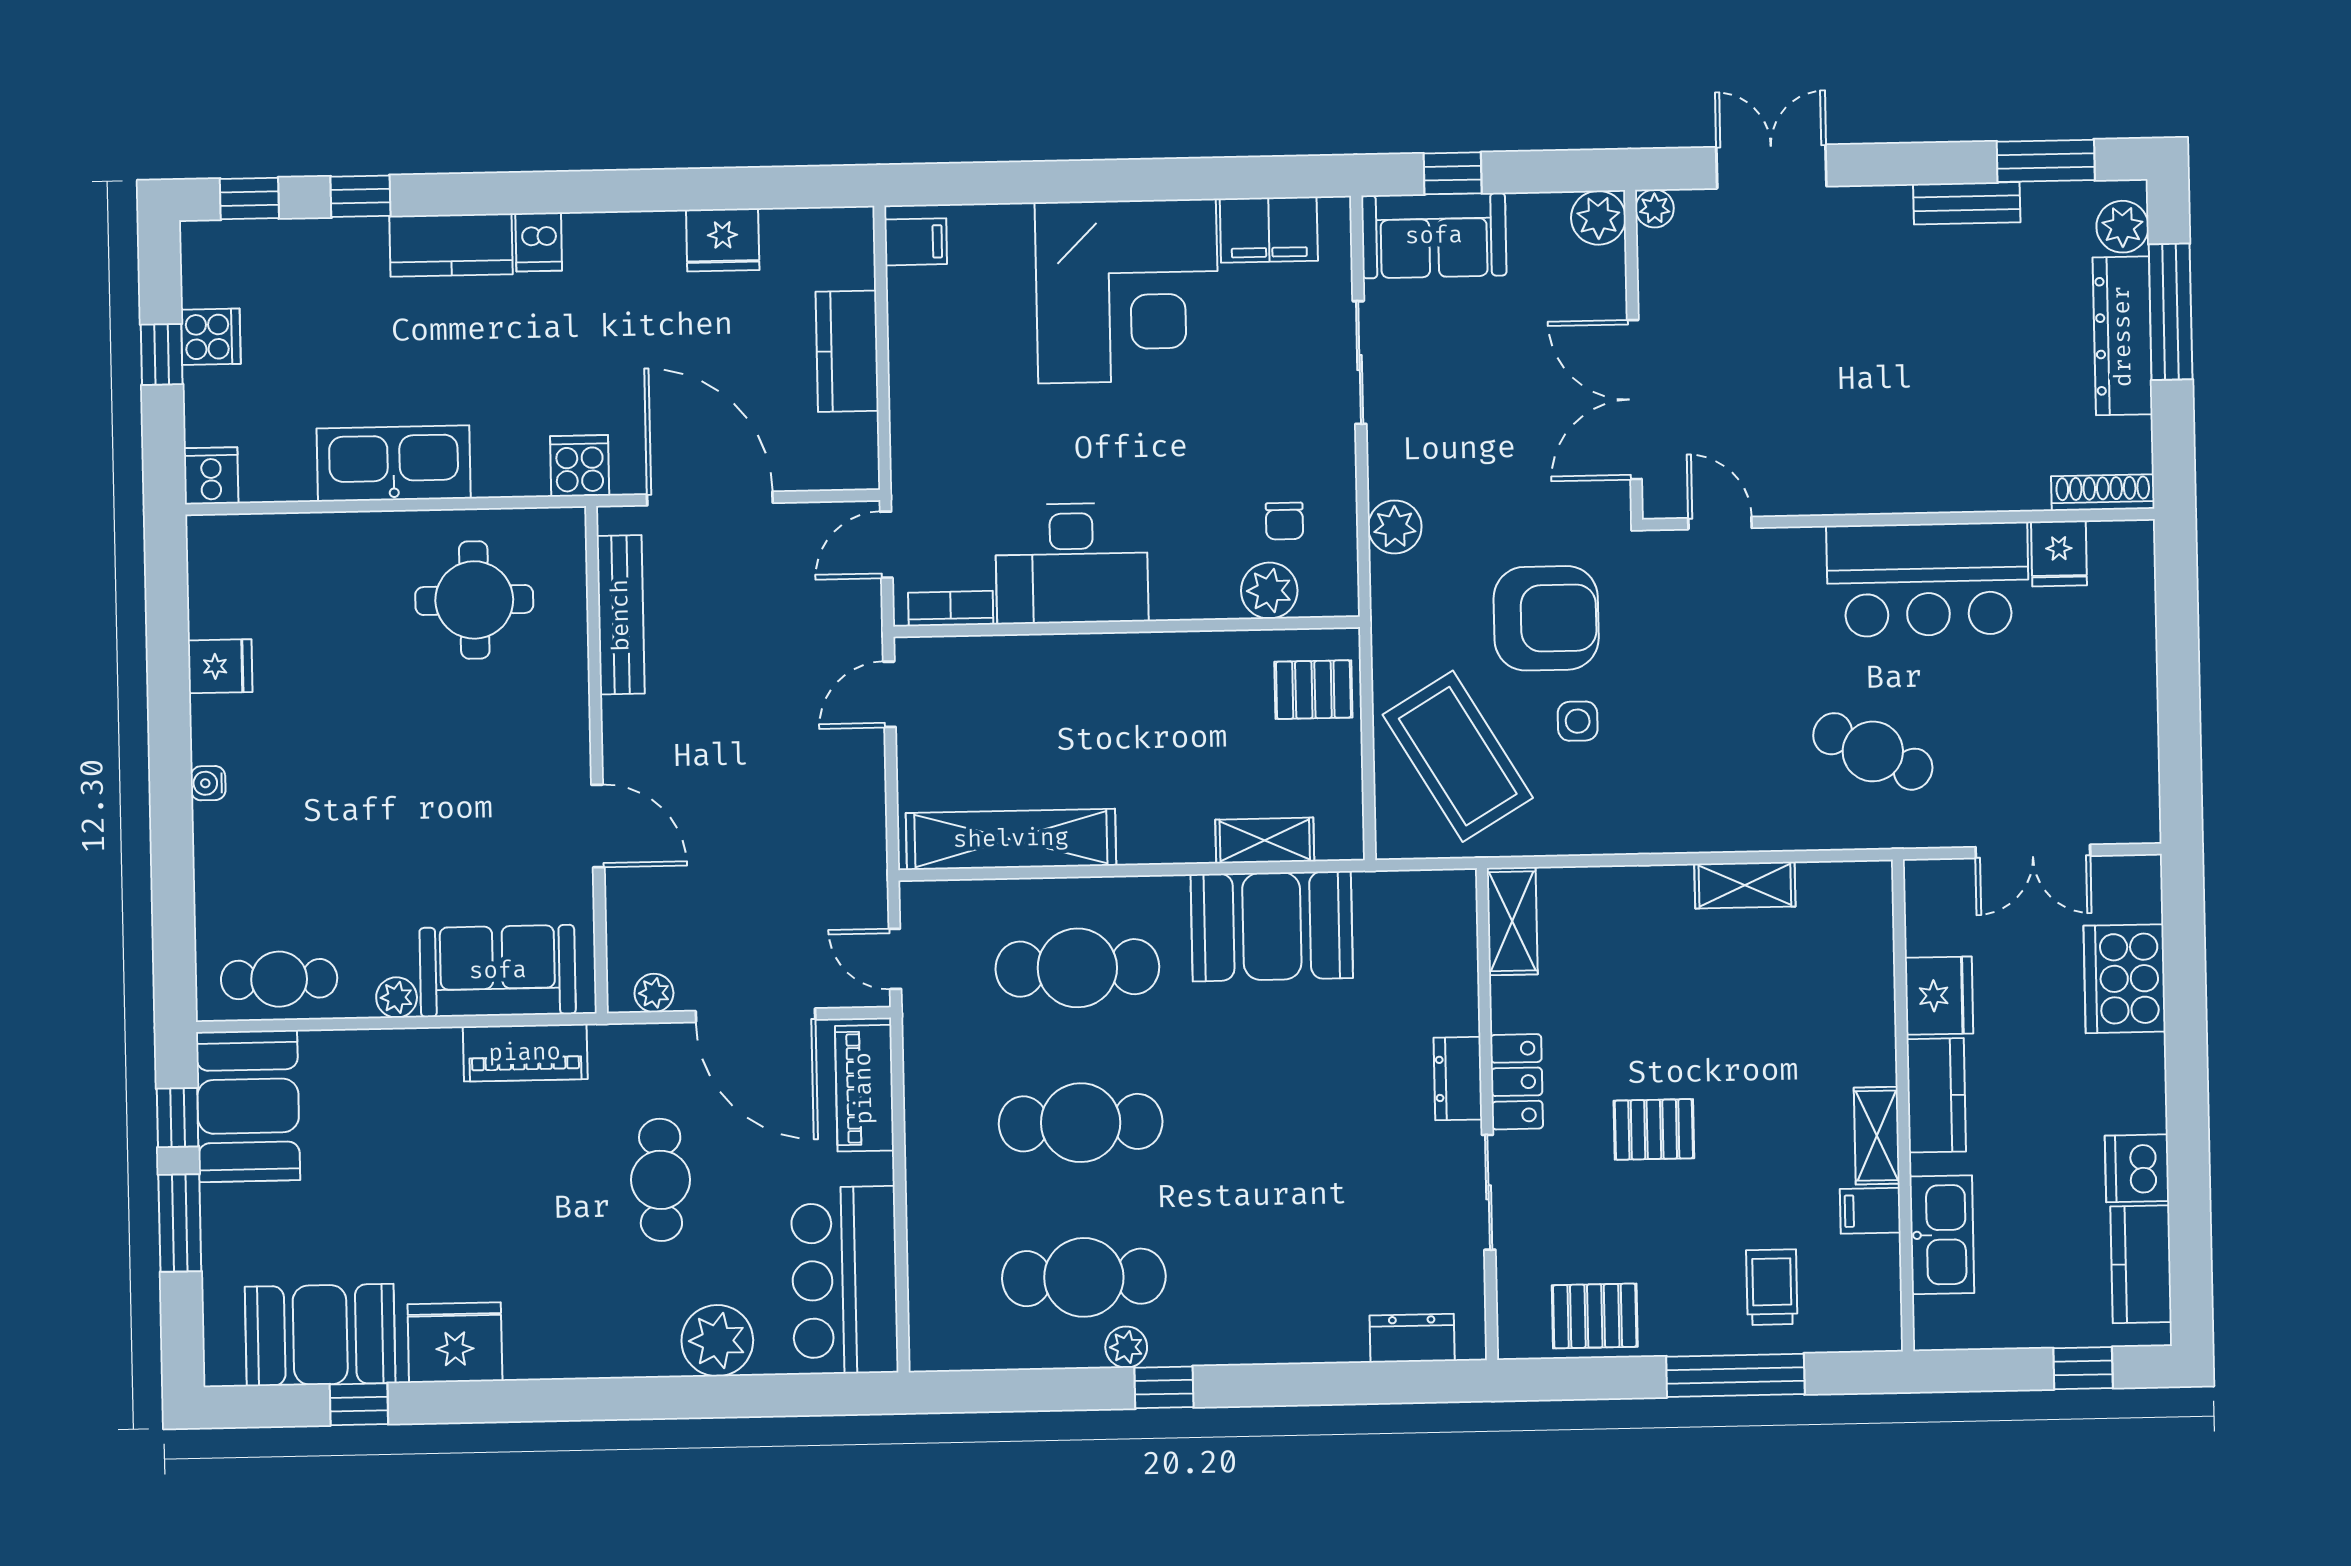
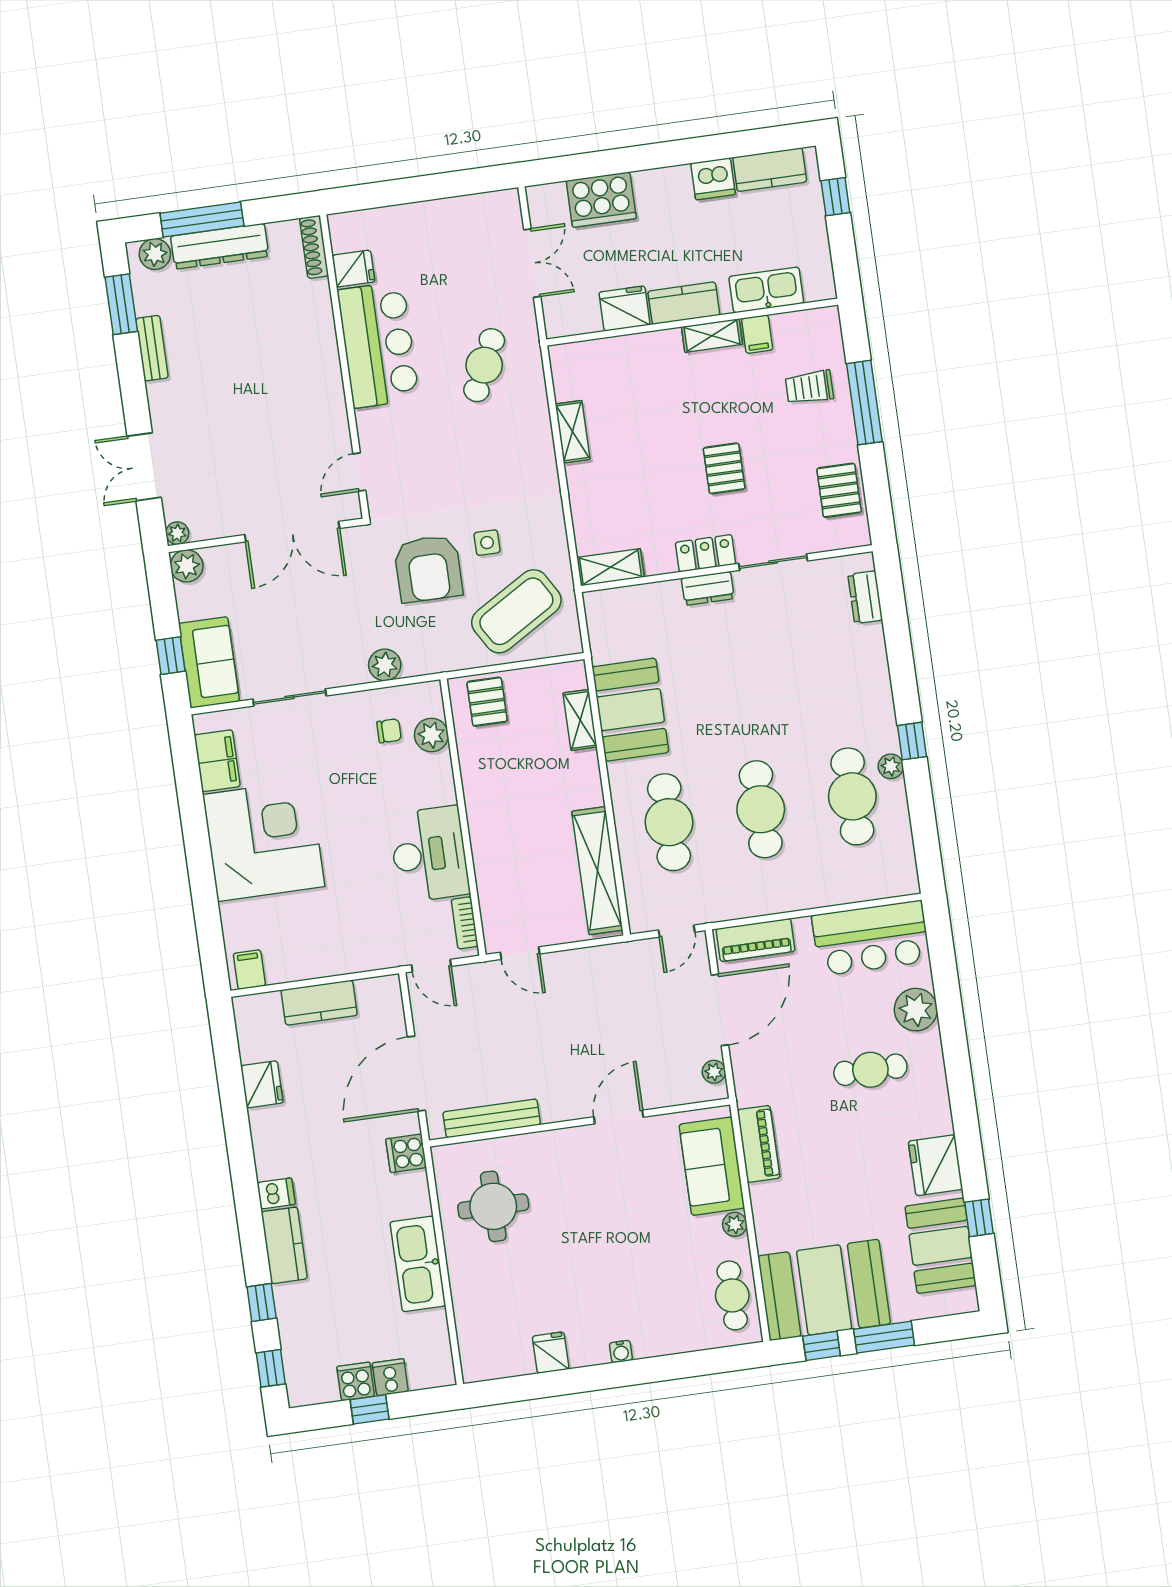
cooker: (211, 476) -> (390, 1377), moved, turned 90
armchair: (1546, 618) -> (428, 569), turned 180
booth: (248, 1106) -> (824, 1290), width x1.36, depth x1.42
cafe table: (661, 1180) -> (870, 1070), moved

